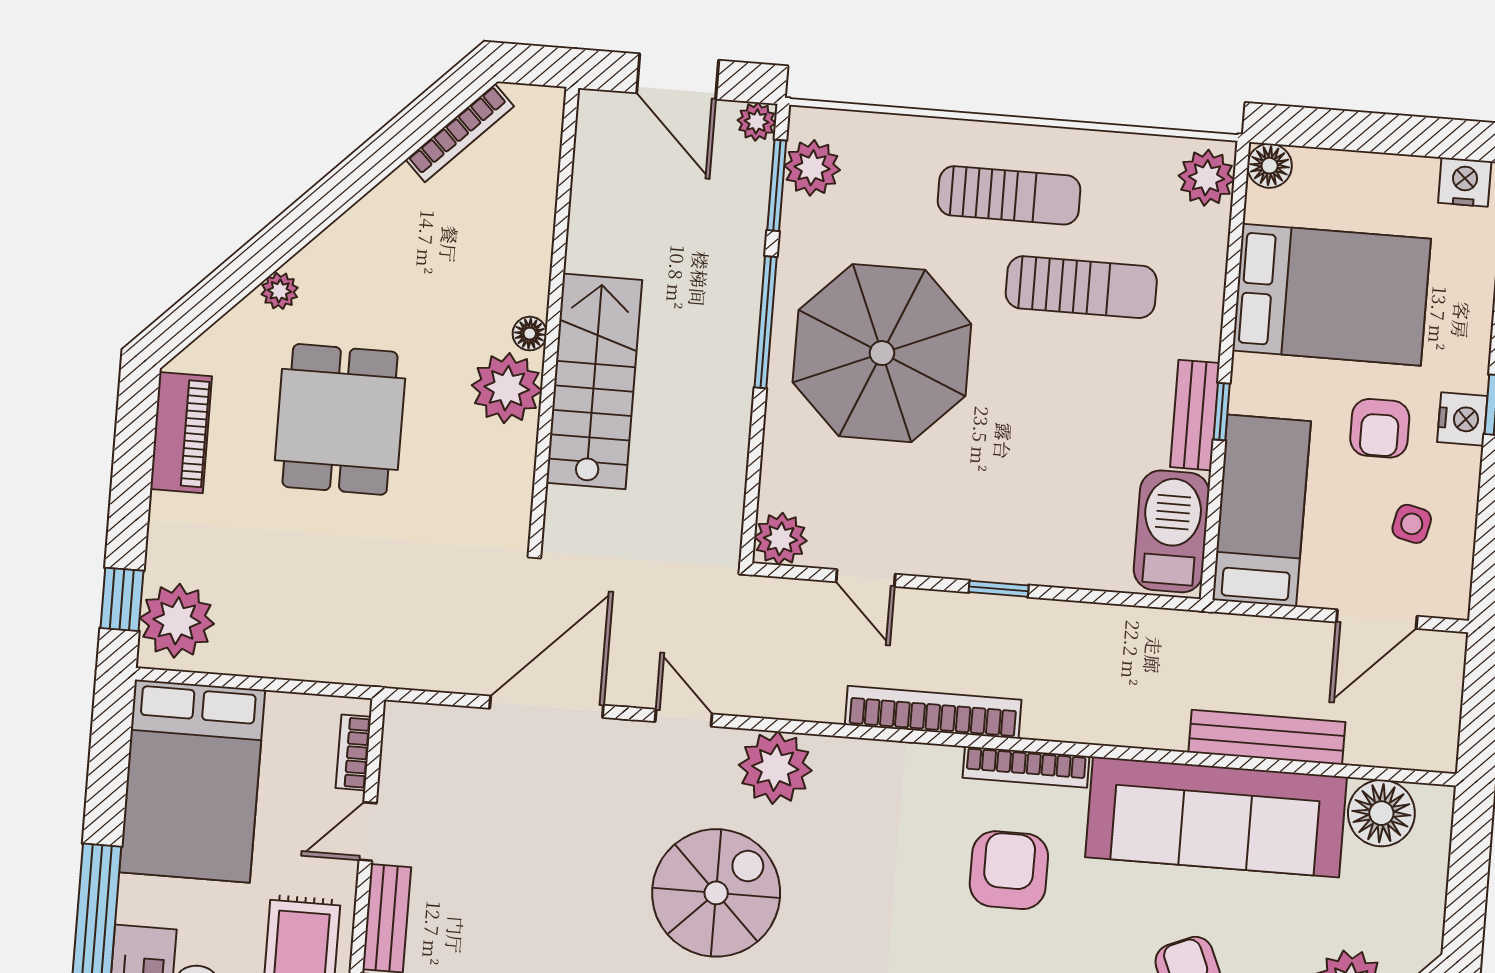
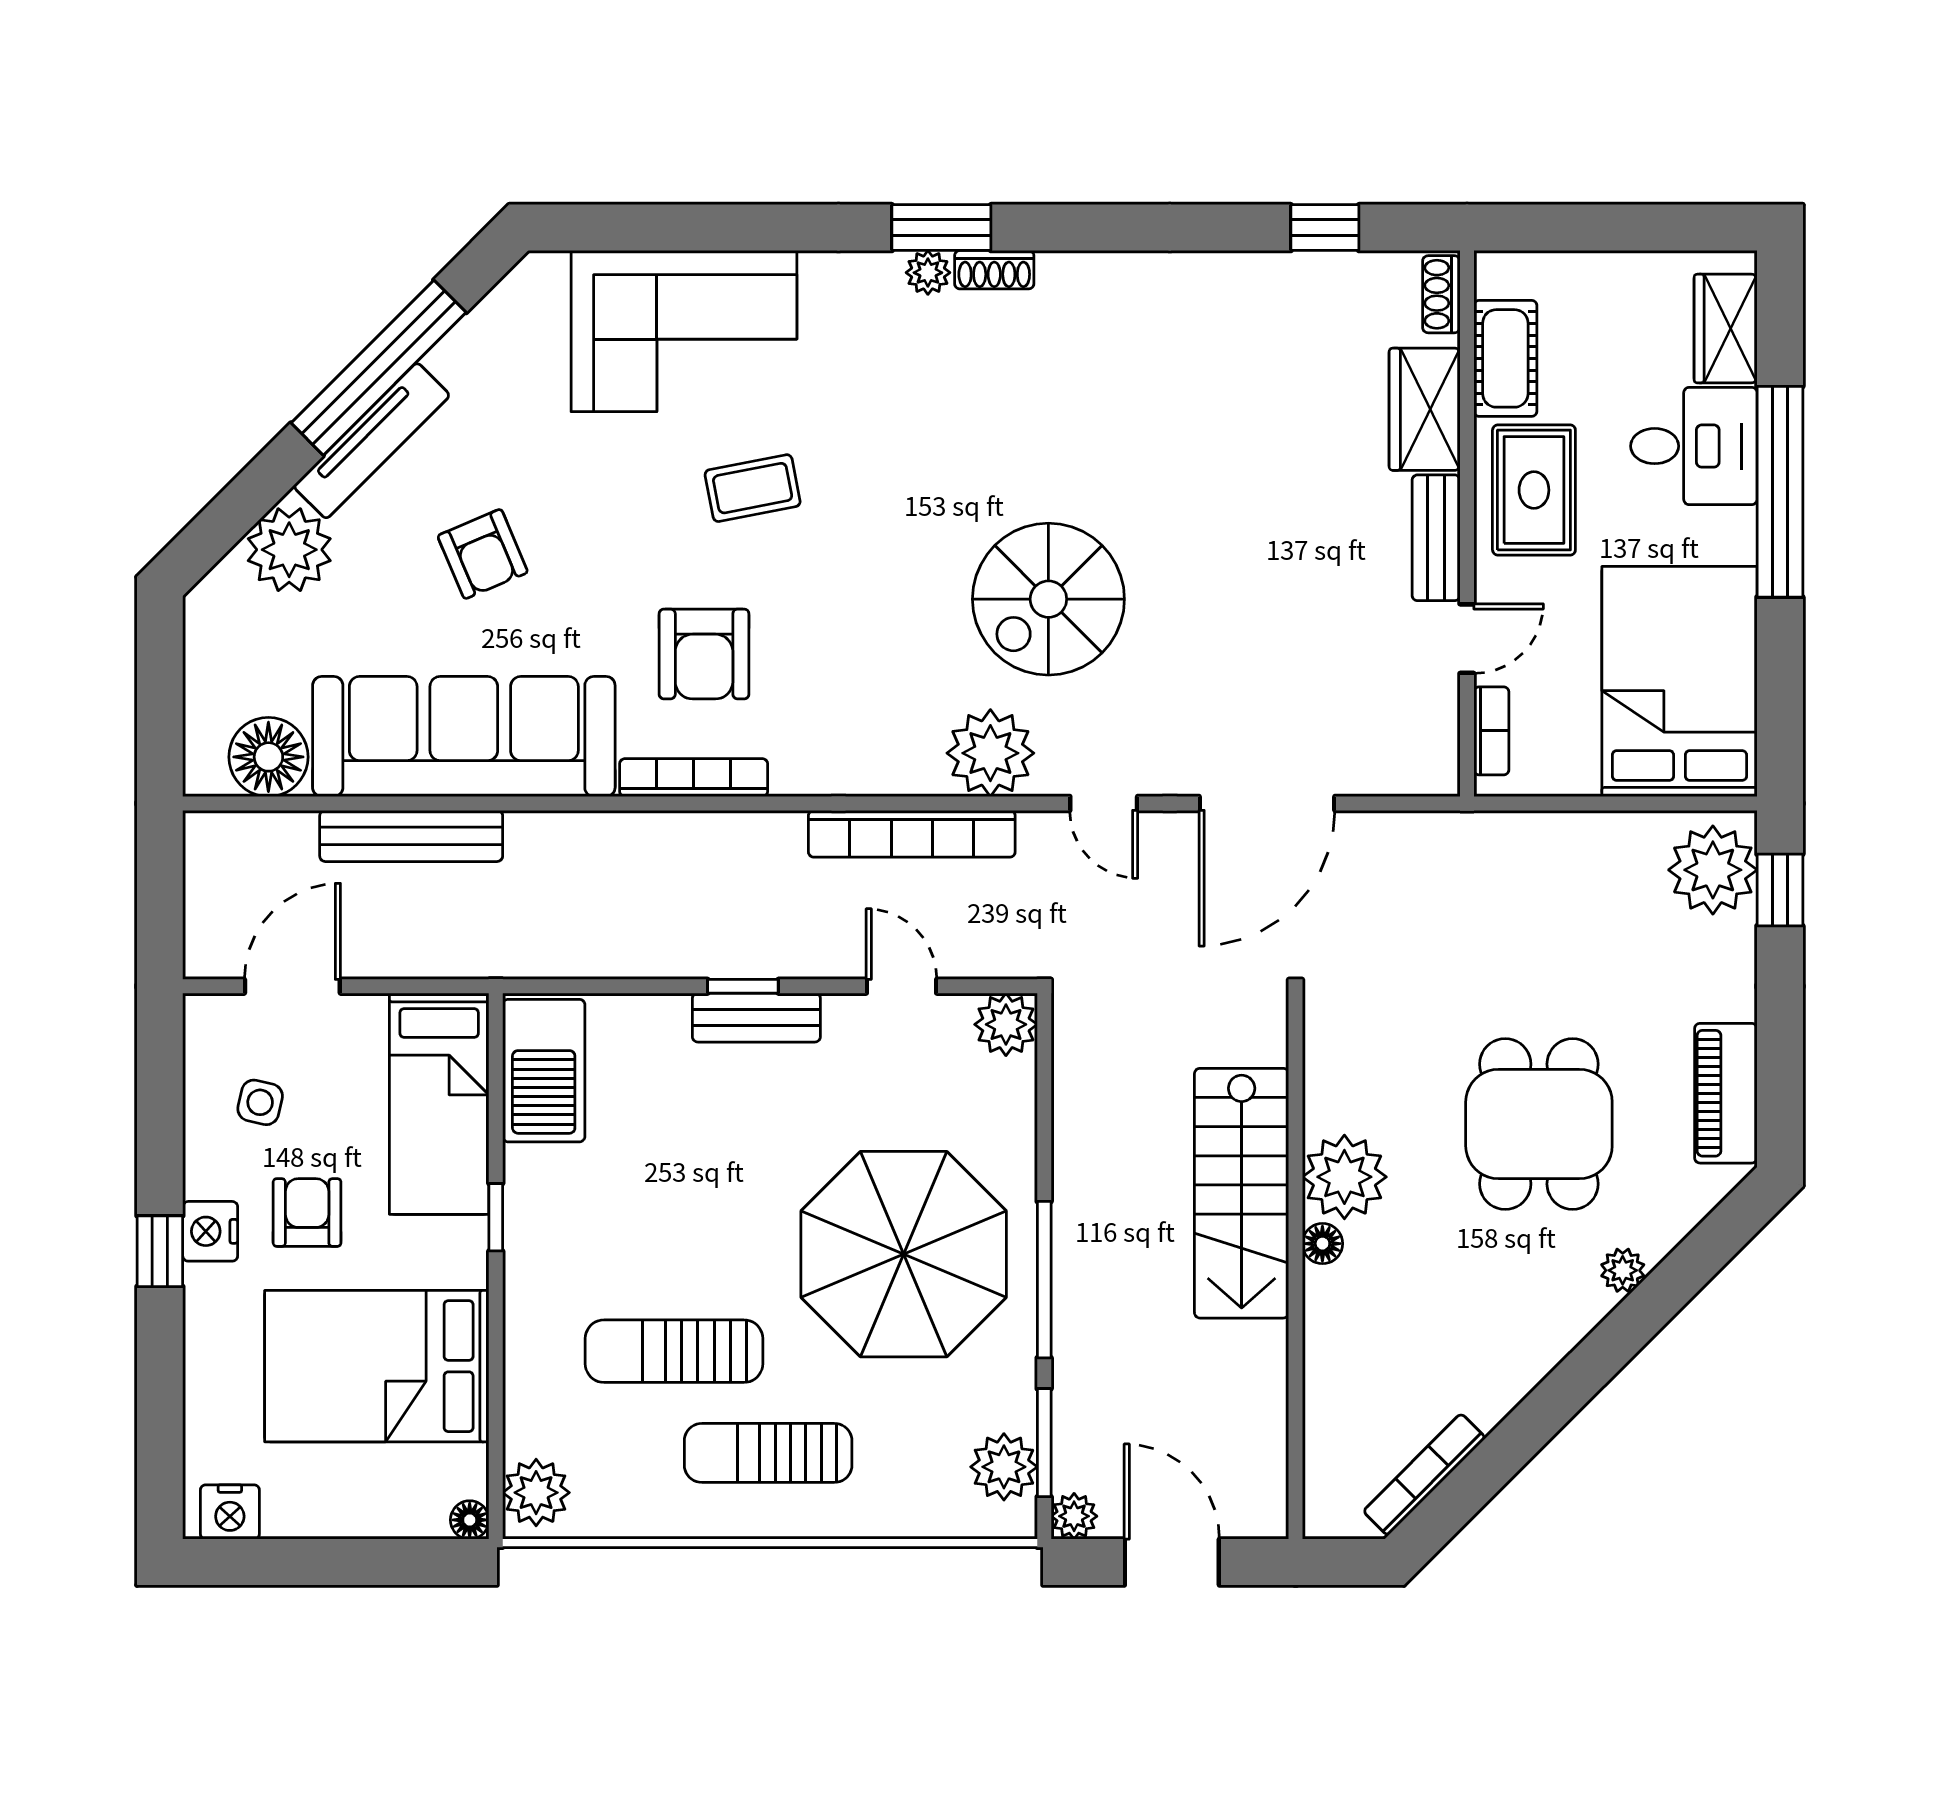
floor lamp: (1270, 166) -> (470, 1520), width x0.73, depth x0.73
bench: (1195, 415) -> (756, 1018), moved, turned 90
bookcase: (933, 712) -> (912, 834), moved

